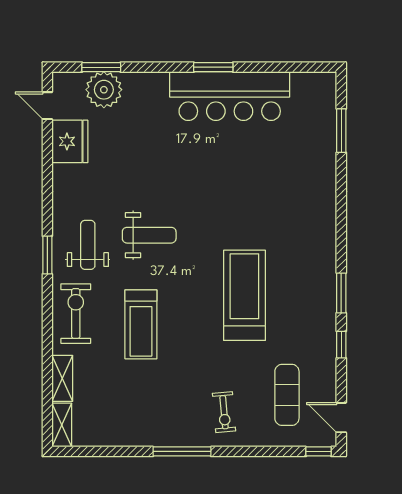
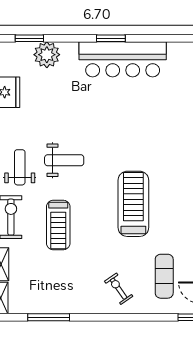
plant: (104, 90) -> (47, 55), moved
exercise bike: (224, 412) -> (119, 289), turned 150
window: (182, 451) -> (49, 317), moved

